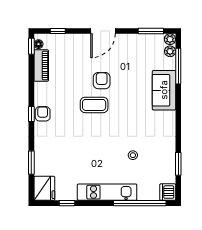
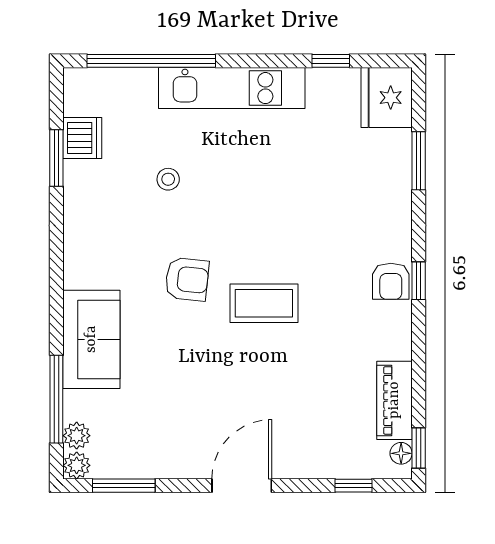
armchair: (102, 81) -> (187, 279), moved, turned -84
dishwasher: (168, 192) -> (82, 138), moved

